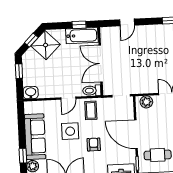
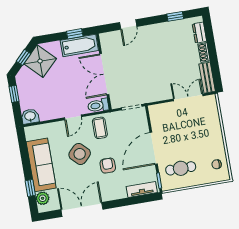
plant: (146, 102) -> (161, 111), removed
side table: (70, 131) -> (80, 154), turned 45
door: (136, 134) -> (154, 148), hinge flipped

